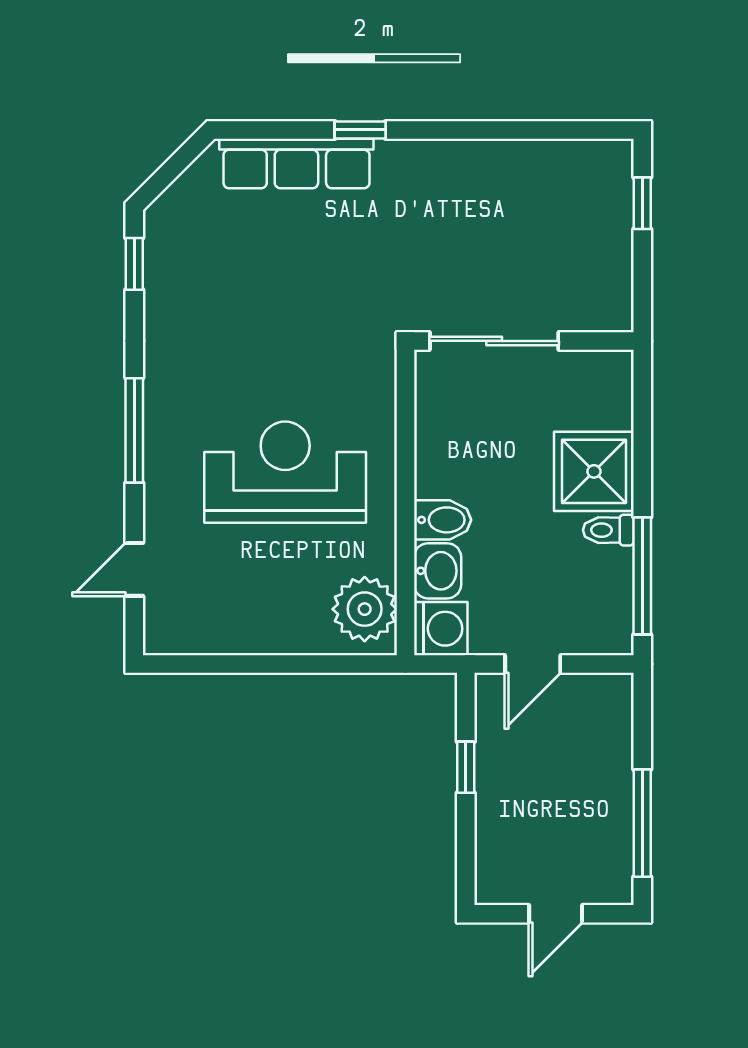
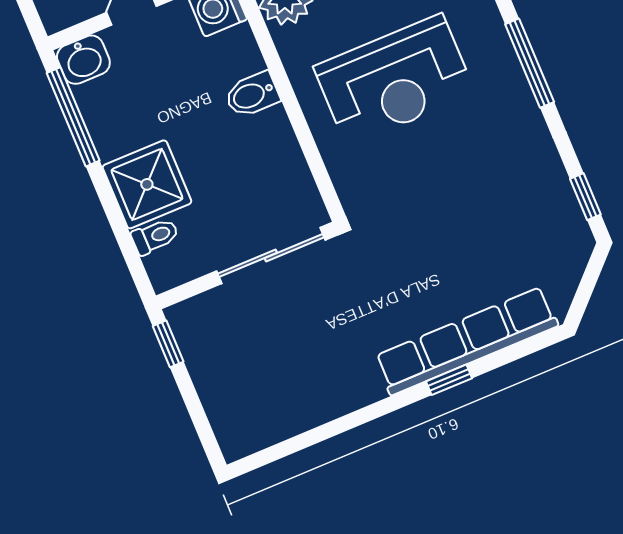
row of seats: (296, 164) -> (466, 341), width x1.36
window: (642, 203) -> (168, 344), moved
toilet: (608, 530) -> (155, 236), moved
washbasin: (438, 571) -> (83, 60), moved, turned -90

